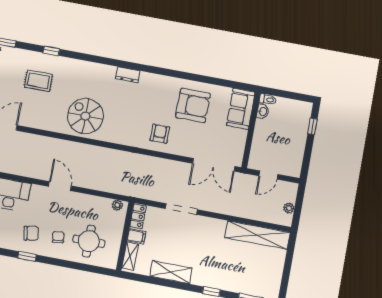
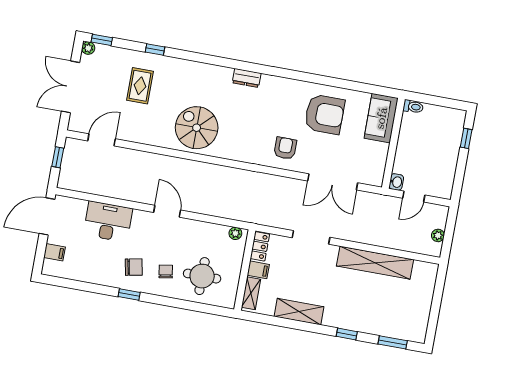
rug: (38, 81) -> (140, 86), turned 90
washbasin: (263, 112) -> (396, 182), moved
double door: (214, 165) -> (333, 182), moved
shelving: (257, 235) -> (375, 263), moved

